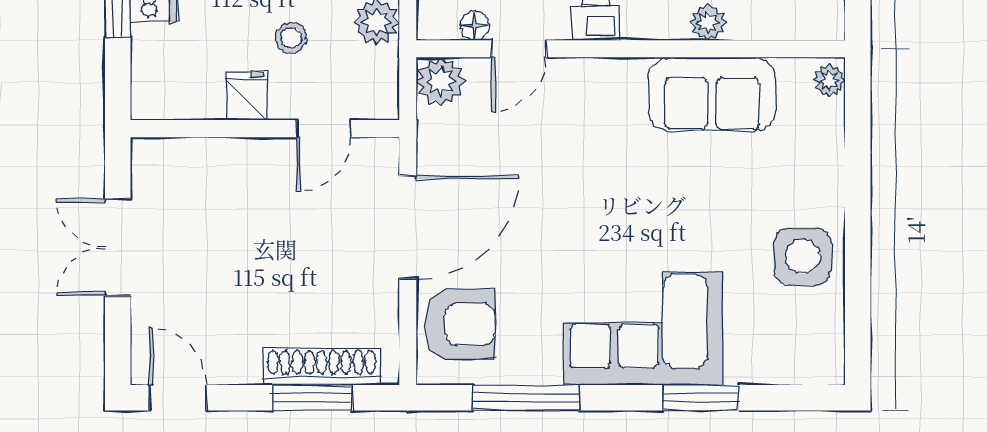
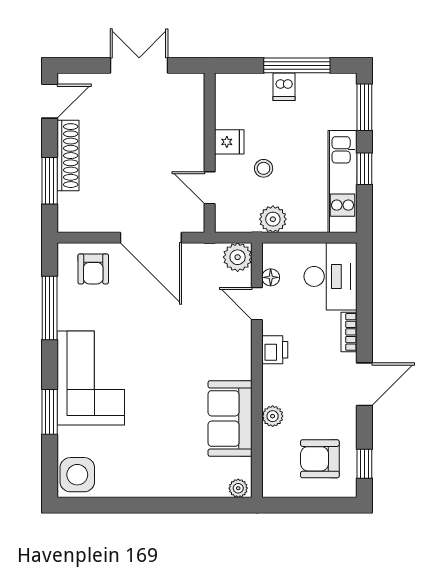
side table: (803, 256) -> (77, 475), moved
armchair: (460, 324) -> (93, 269), width x0.72, depth x0.72
shoe rack: (322, 367) -> (68, 156), moved

